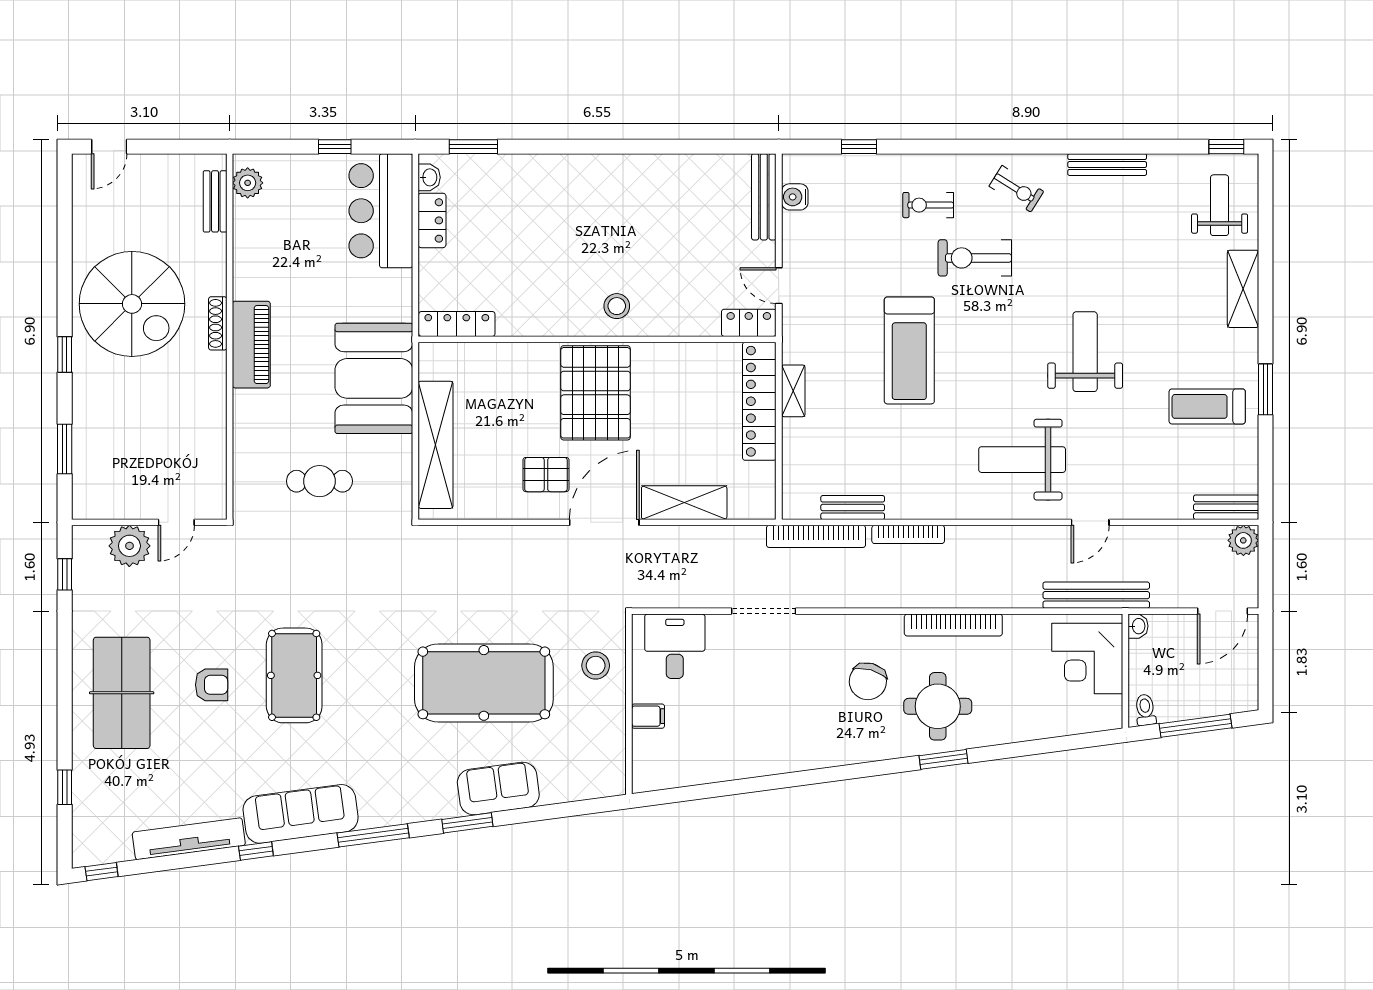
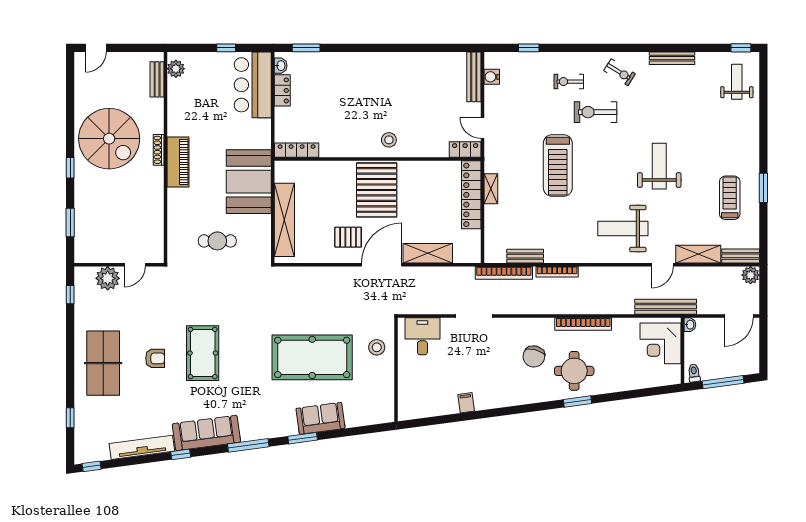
shelving: (1243, 289) -> (698, 254), moved, turned 90
treadmill: (1207, 406) -> (730, 198), turned 90
filing cabinet: (648, 716) -> (466, 403), moved, turned -98

